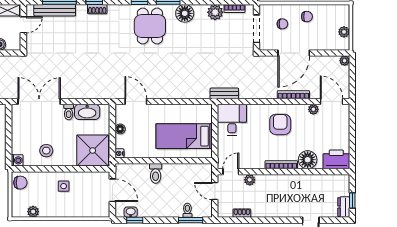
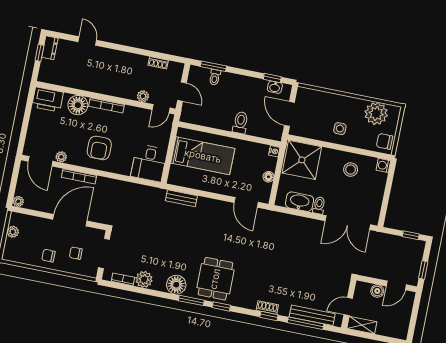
bench: (224, 93) -> (181, 198), moved
plant: (33, 212) -> (376, 113), width x1.88, depth x1.88

